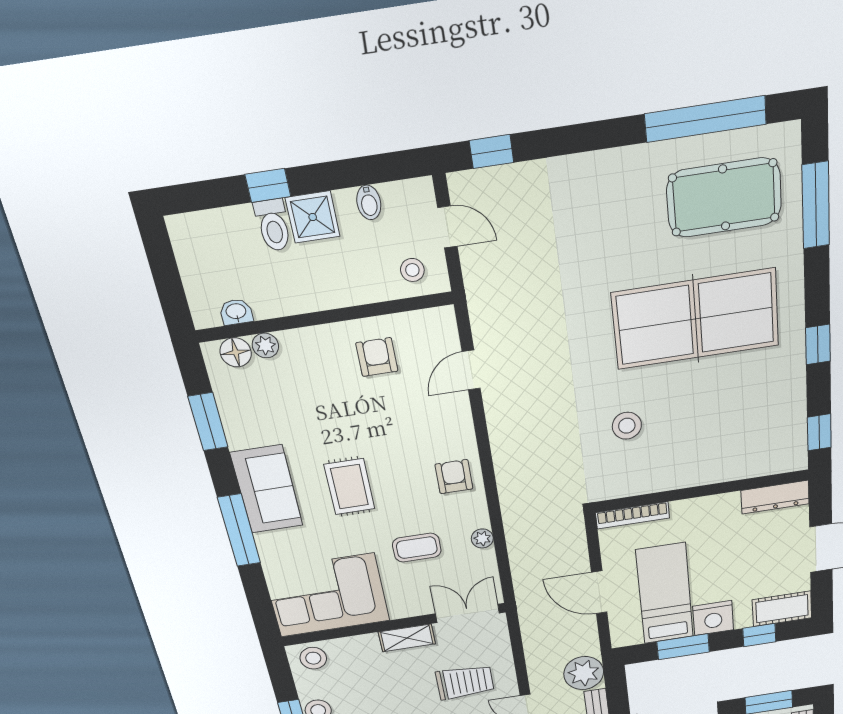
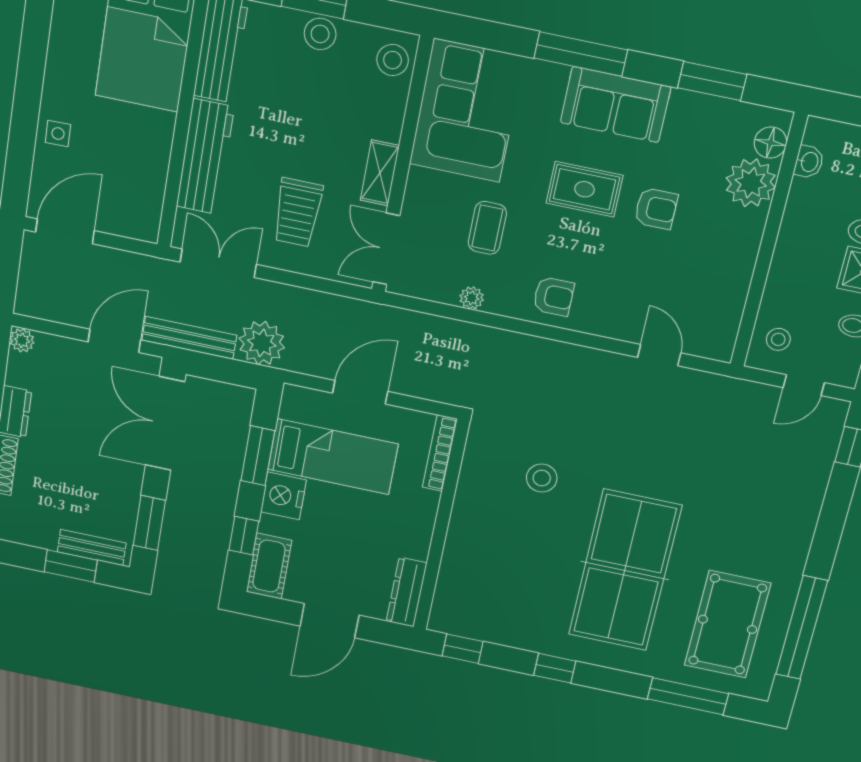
plant: (265, 345) -> (751, 183), width x1.87, depth x1.87
armchair: (377, 357) -> (656, 209), moved
double door: (467, 613) -> (386, 249), swing flipped

